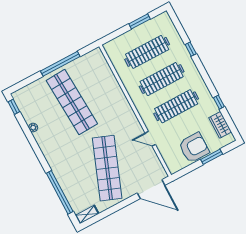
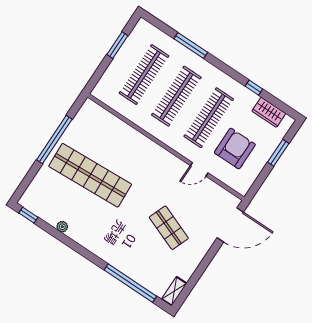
window: (191, 49) -> (191, 46), width x2.17
armchair: (194, 148) -> (235, 149), moved
shop shelf: (107, 168) -> (169, 228), width x0.50, depth x0.74

